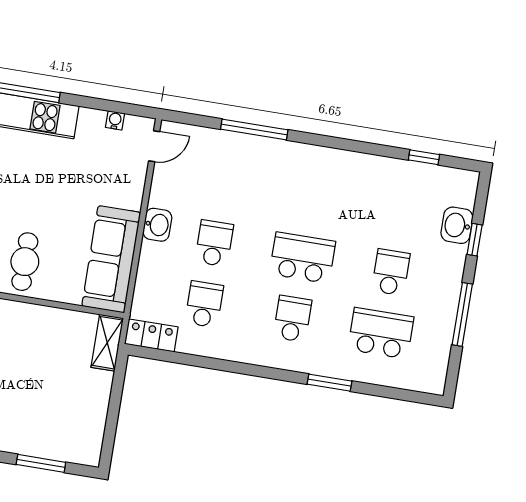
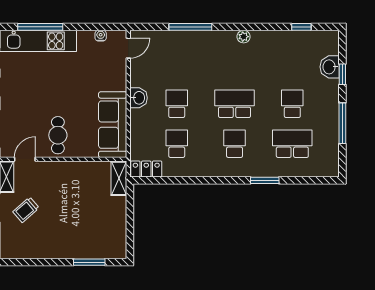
plant: (333, 158) -> (244, 37), added

